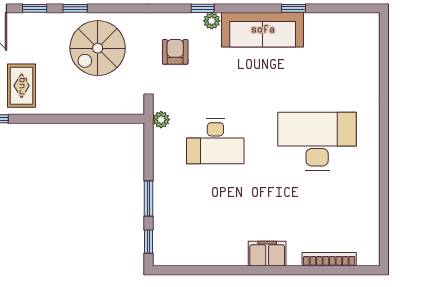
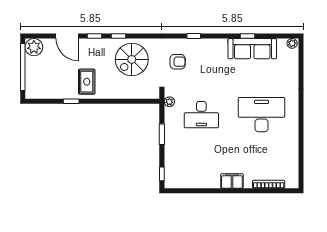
plant: (212, 21) -> (292, 43), moved
sofa: (263, 30) -> (252, 49), moved
armchair: (175, 52) -> (178, 62), turned 90
window: (149, 199) -> (162, 134), moved

